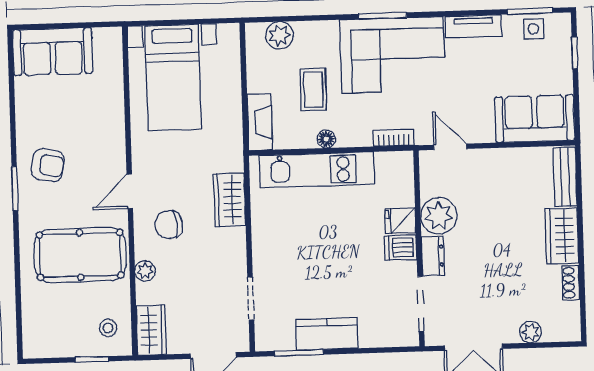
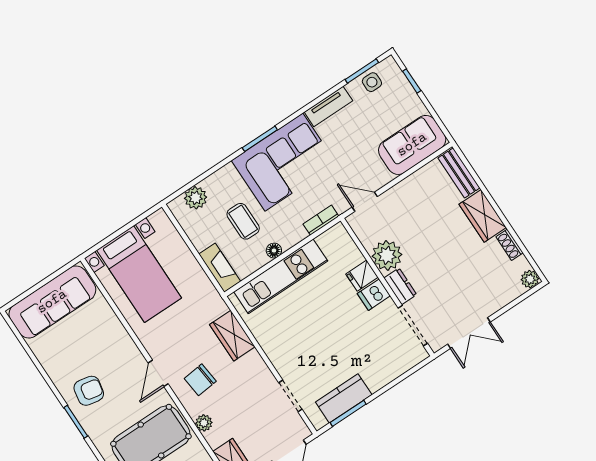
sofa: (53, 52) -> (52, 302), width x1.36
plant: (531, 332) -> (530, 279), moved
kitchen counter: (327, 334) -> (344, 398), moved

